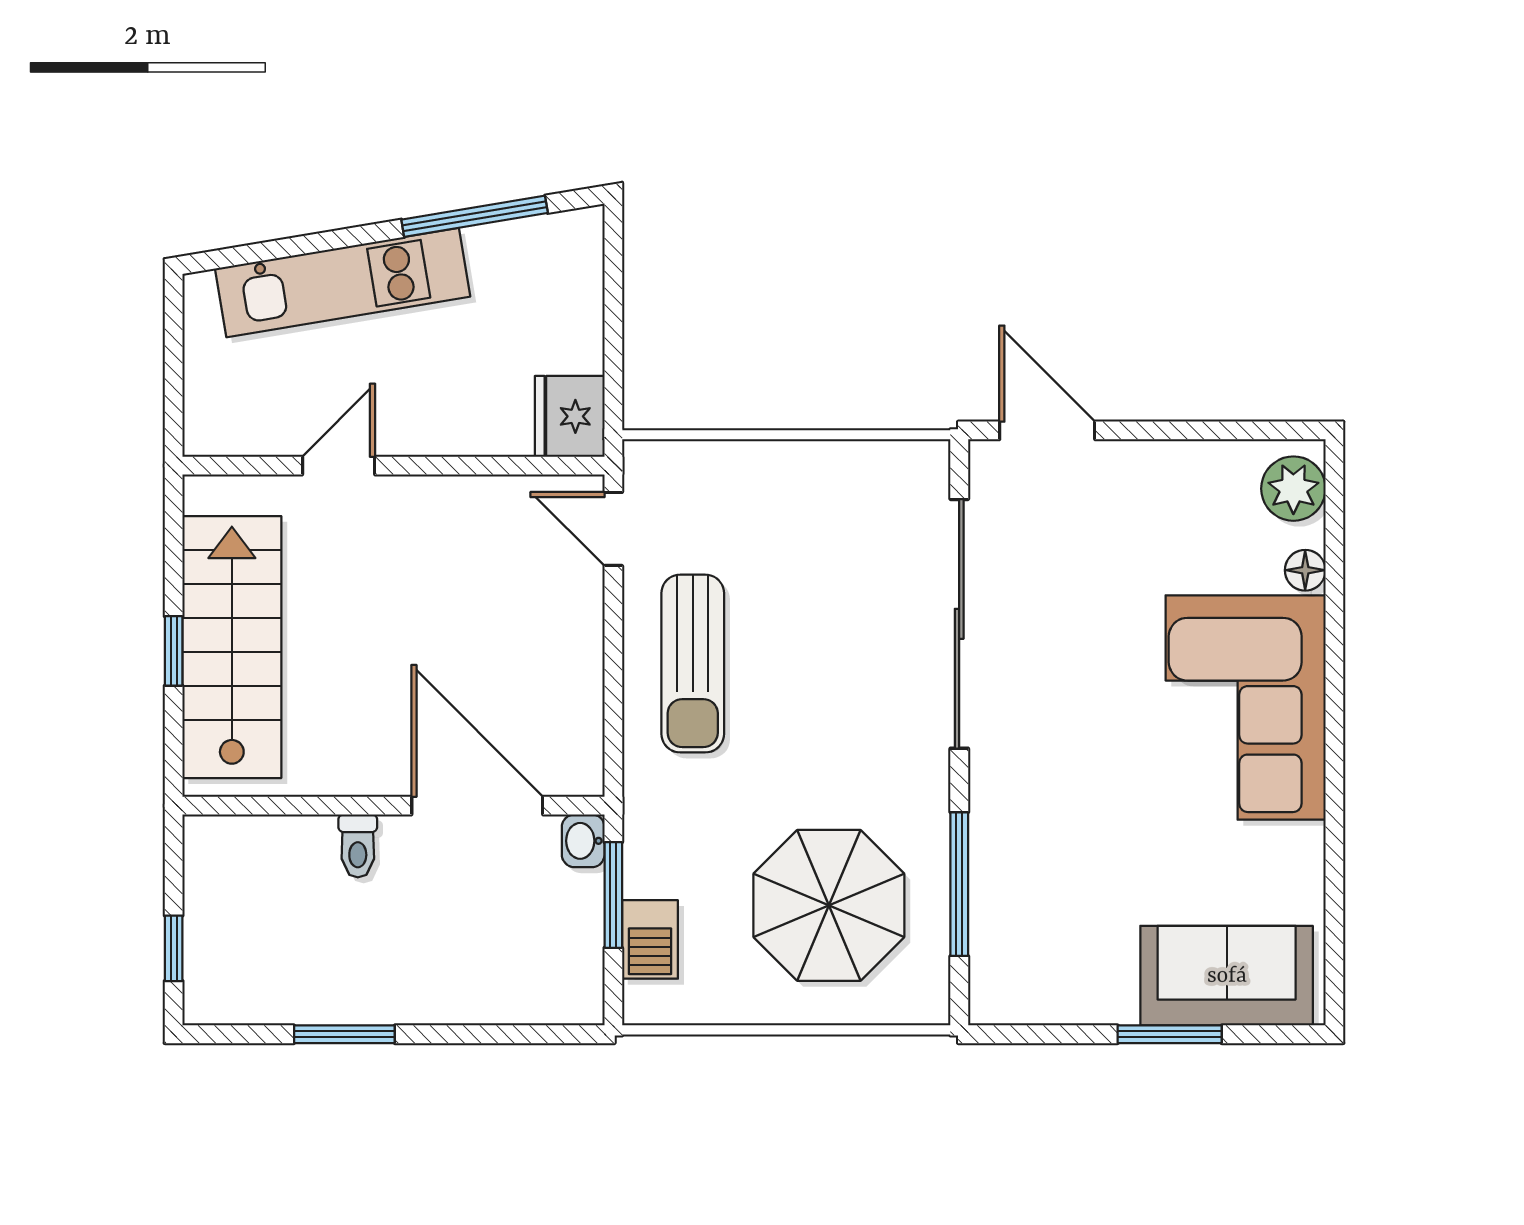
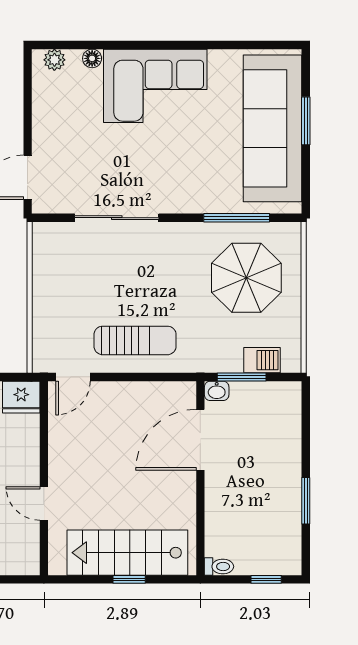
plant: (1293, 489) -> (54, 60), width x0.73, depth x0.73
sliding door: (959, 624) -> (117, 218), width x0.73
toilet: (358, 846) -> (219, 566), moved
sofa: (1227, 976) -> (273, 128), width x1.85, depth x1.27

